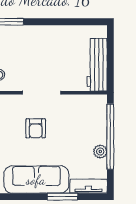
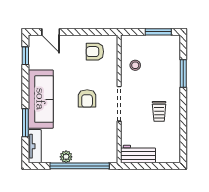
trolley: (50, 49) -> (159, 111), added
workbench: (97, 65) -> (138, 154), width x0.73
armchair: (36, 128) -> (87, 98), turned -90

